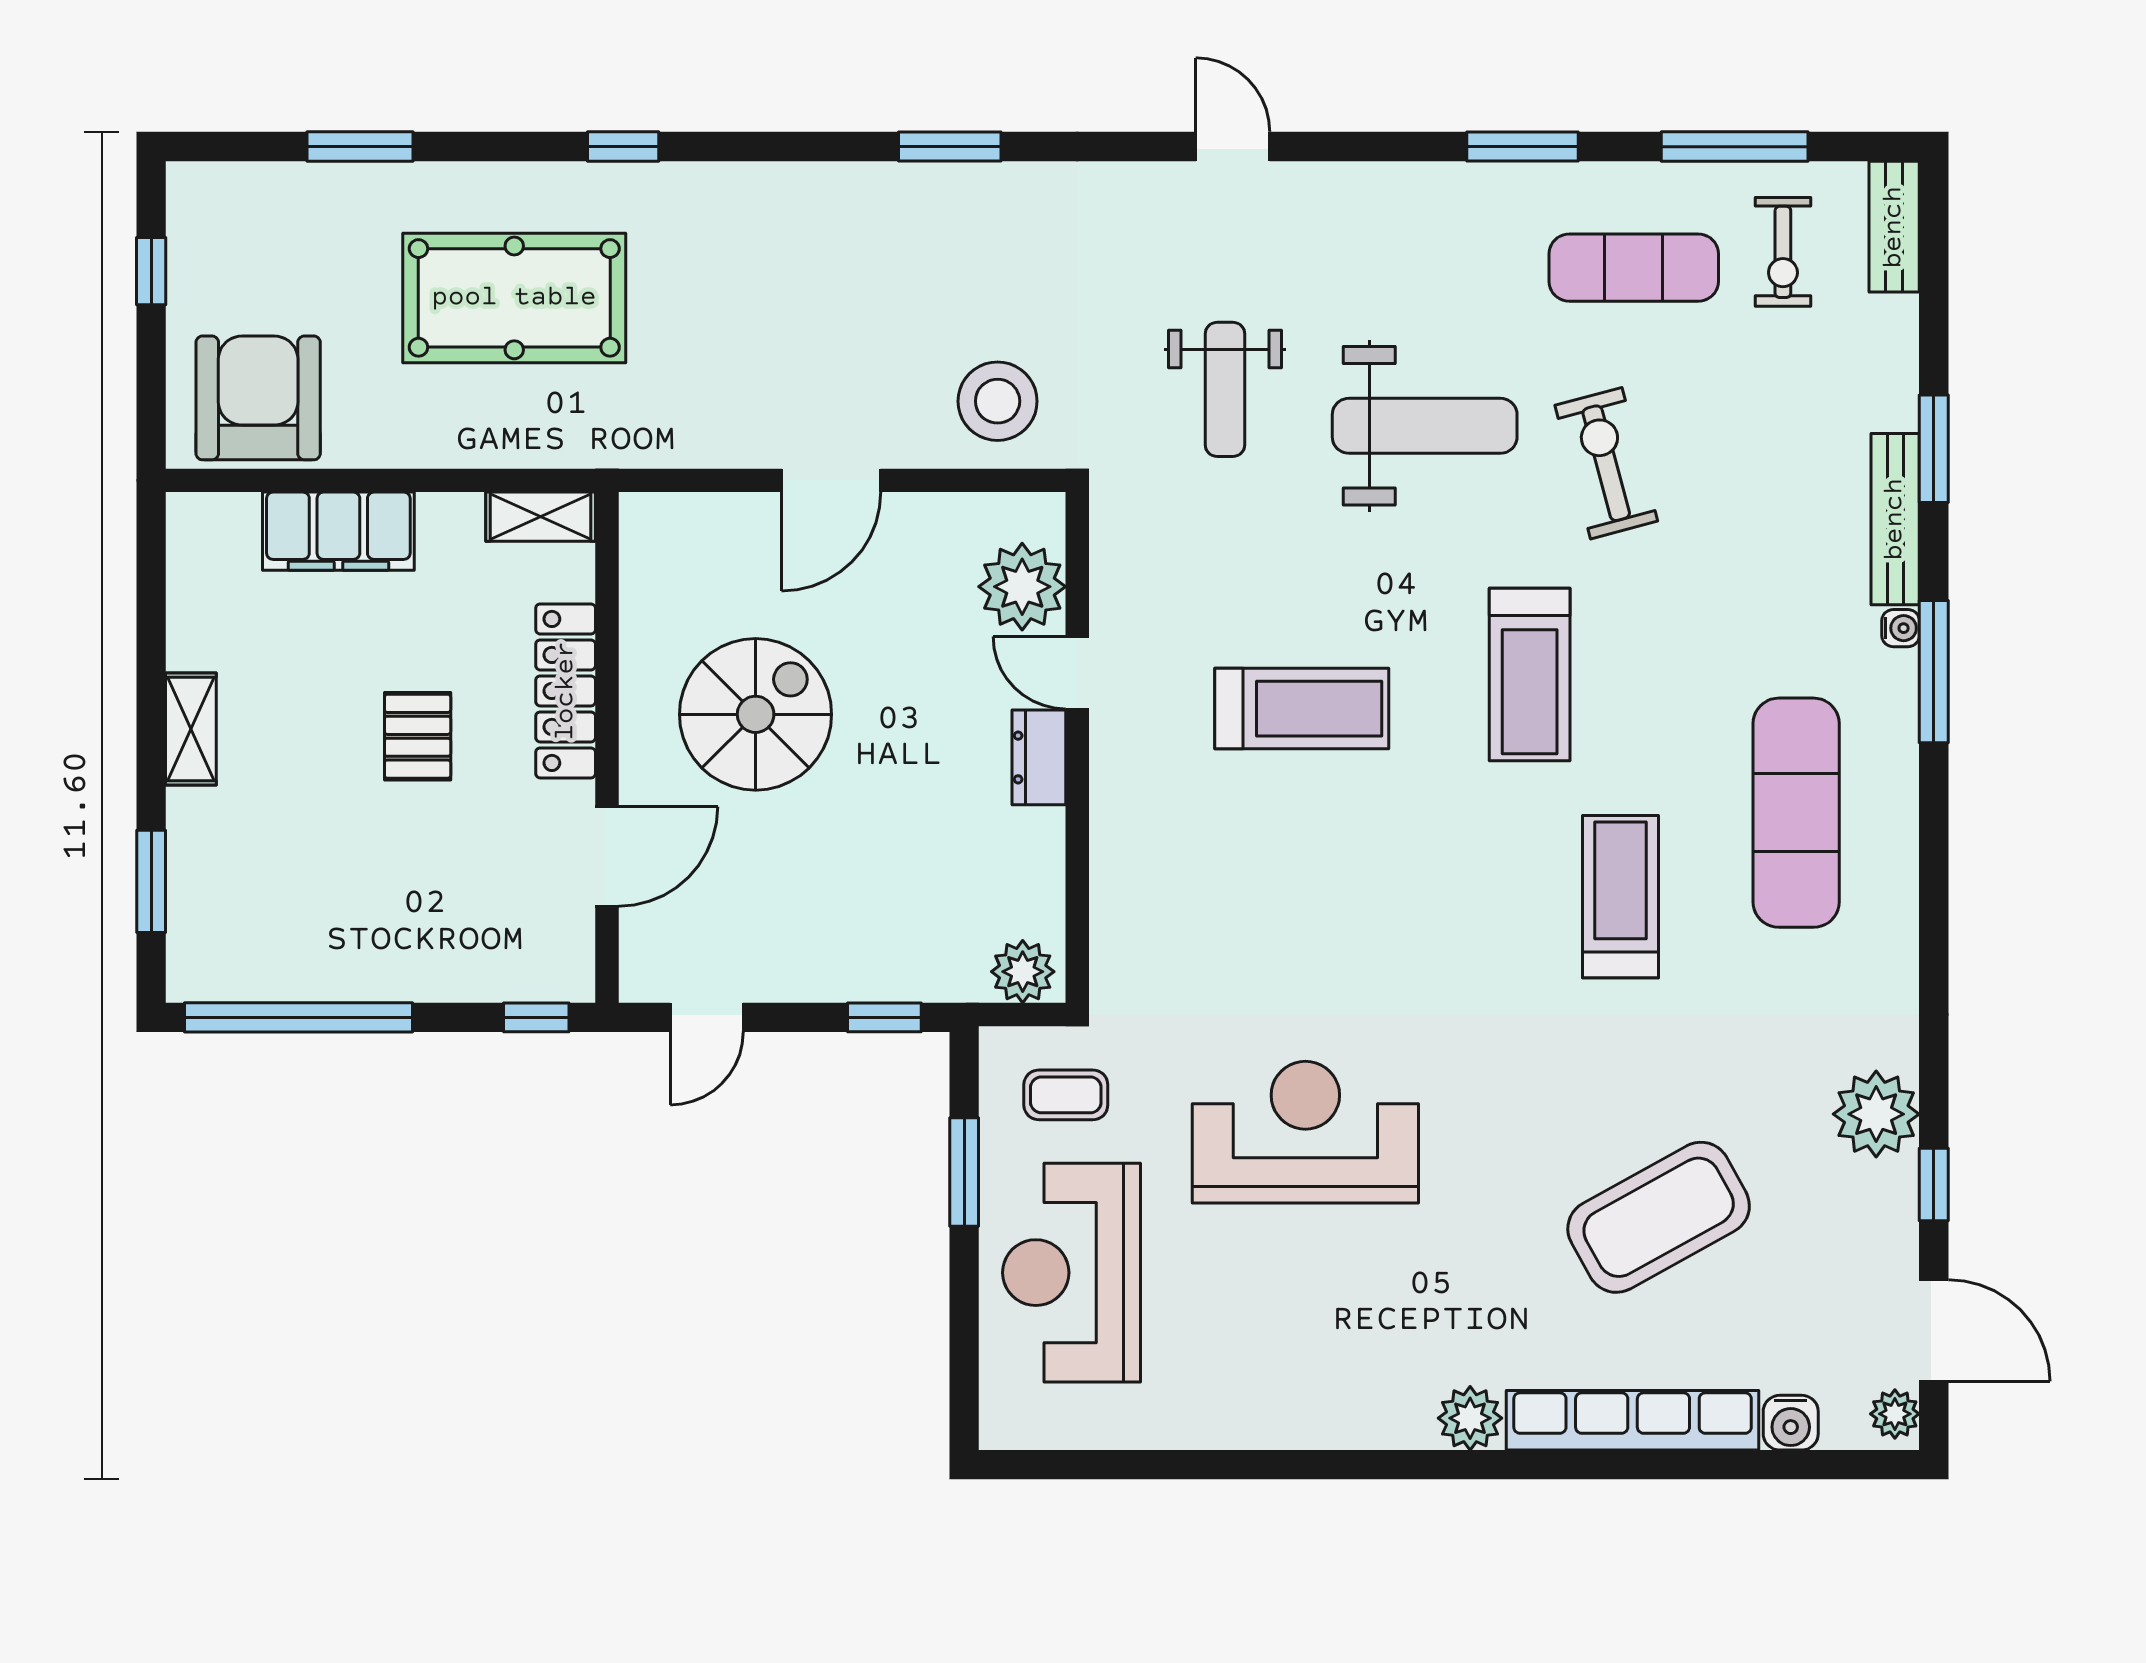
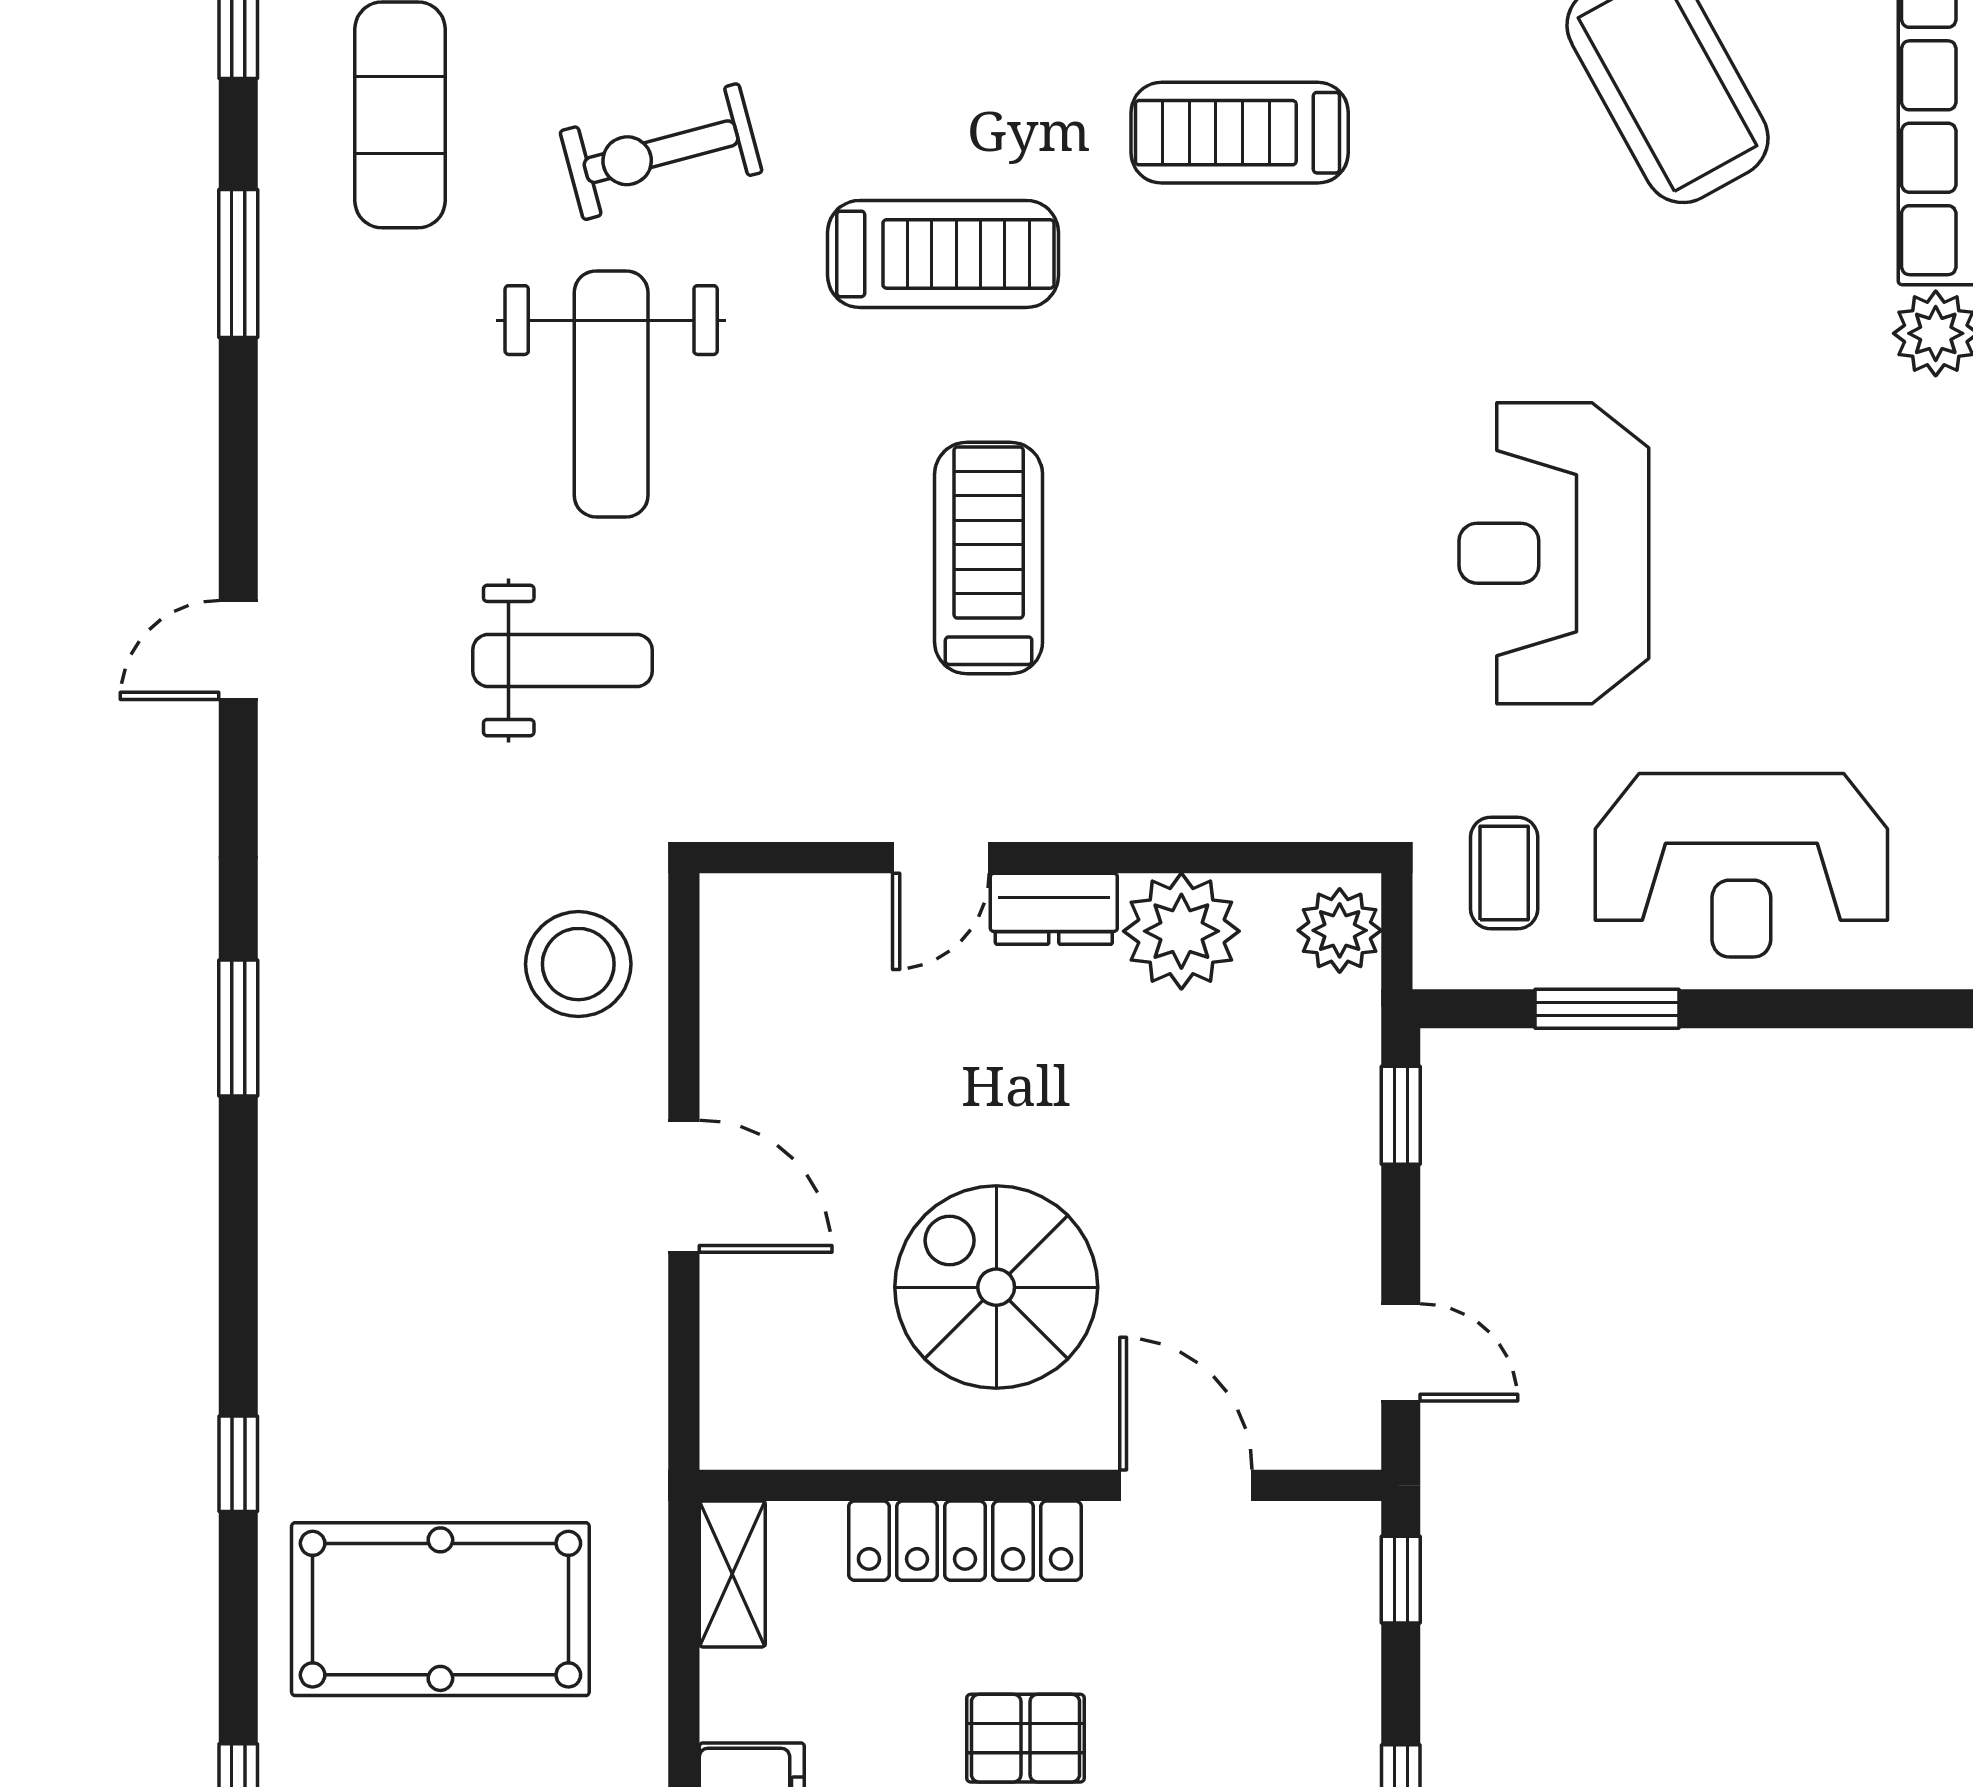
pool table: (514, 298) -> (440, 1609), turned 90
weight bench: (1425, 426) -> (611, 394), turned 180
plant: (1022, 587) -> (1181, 931), moved

